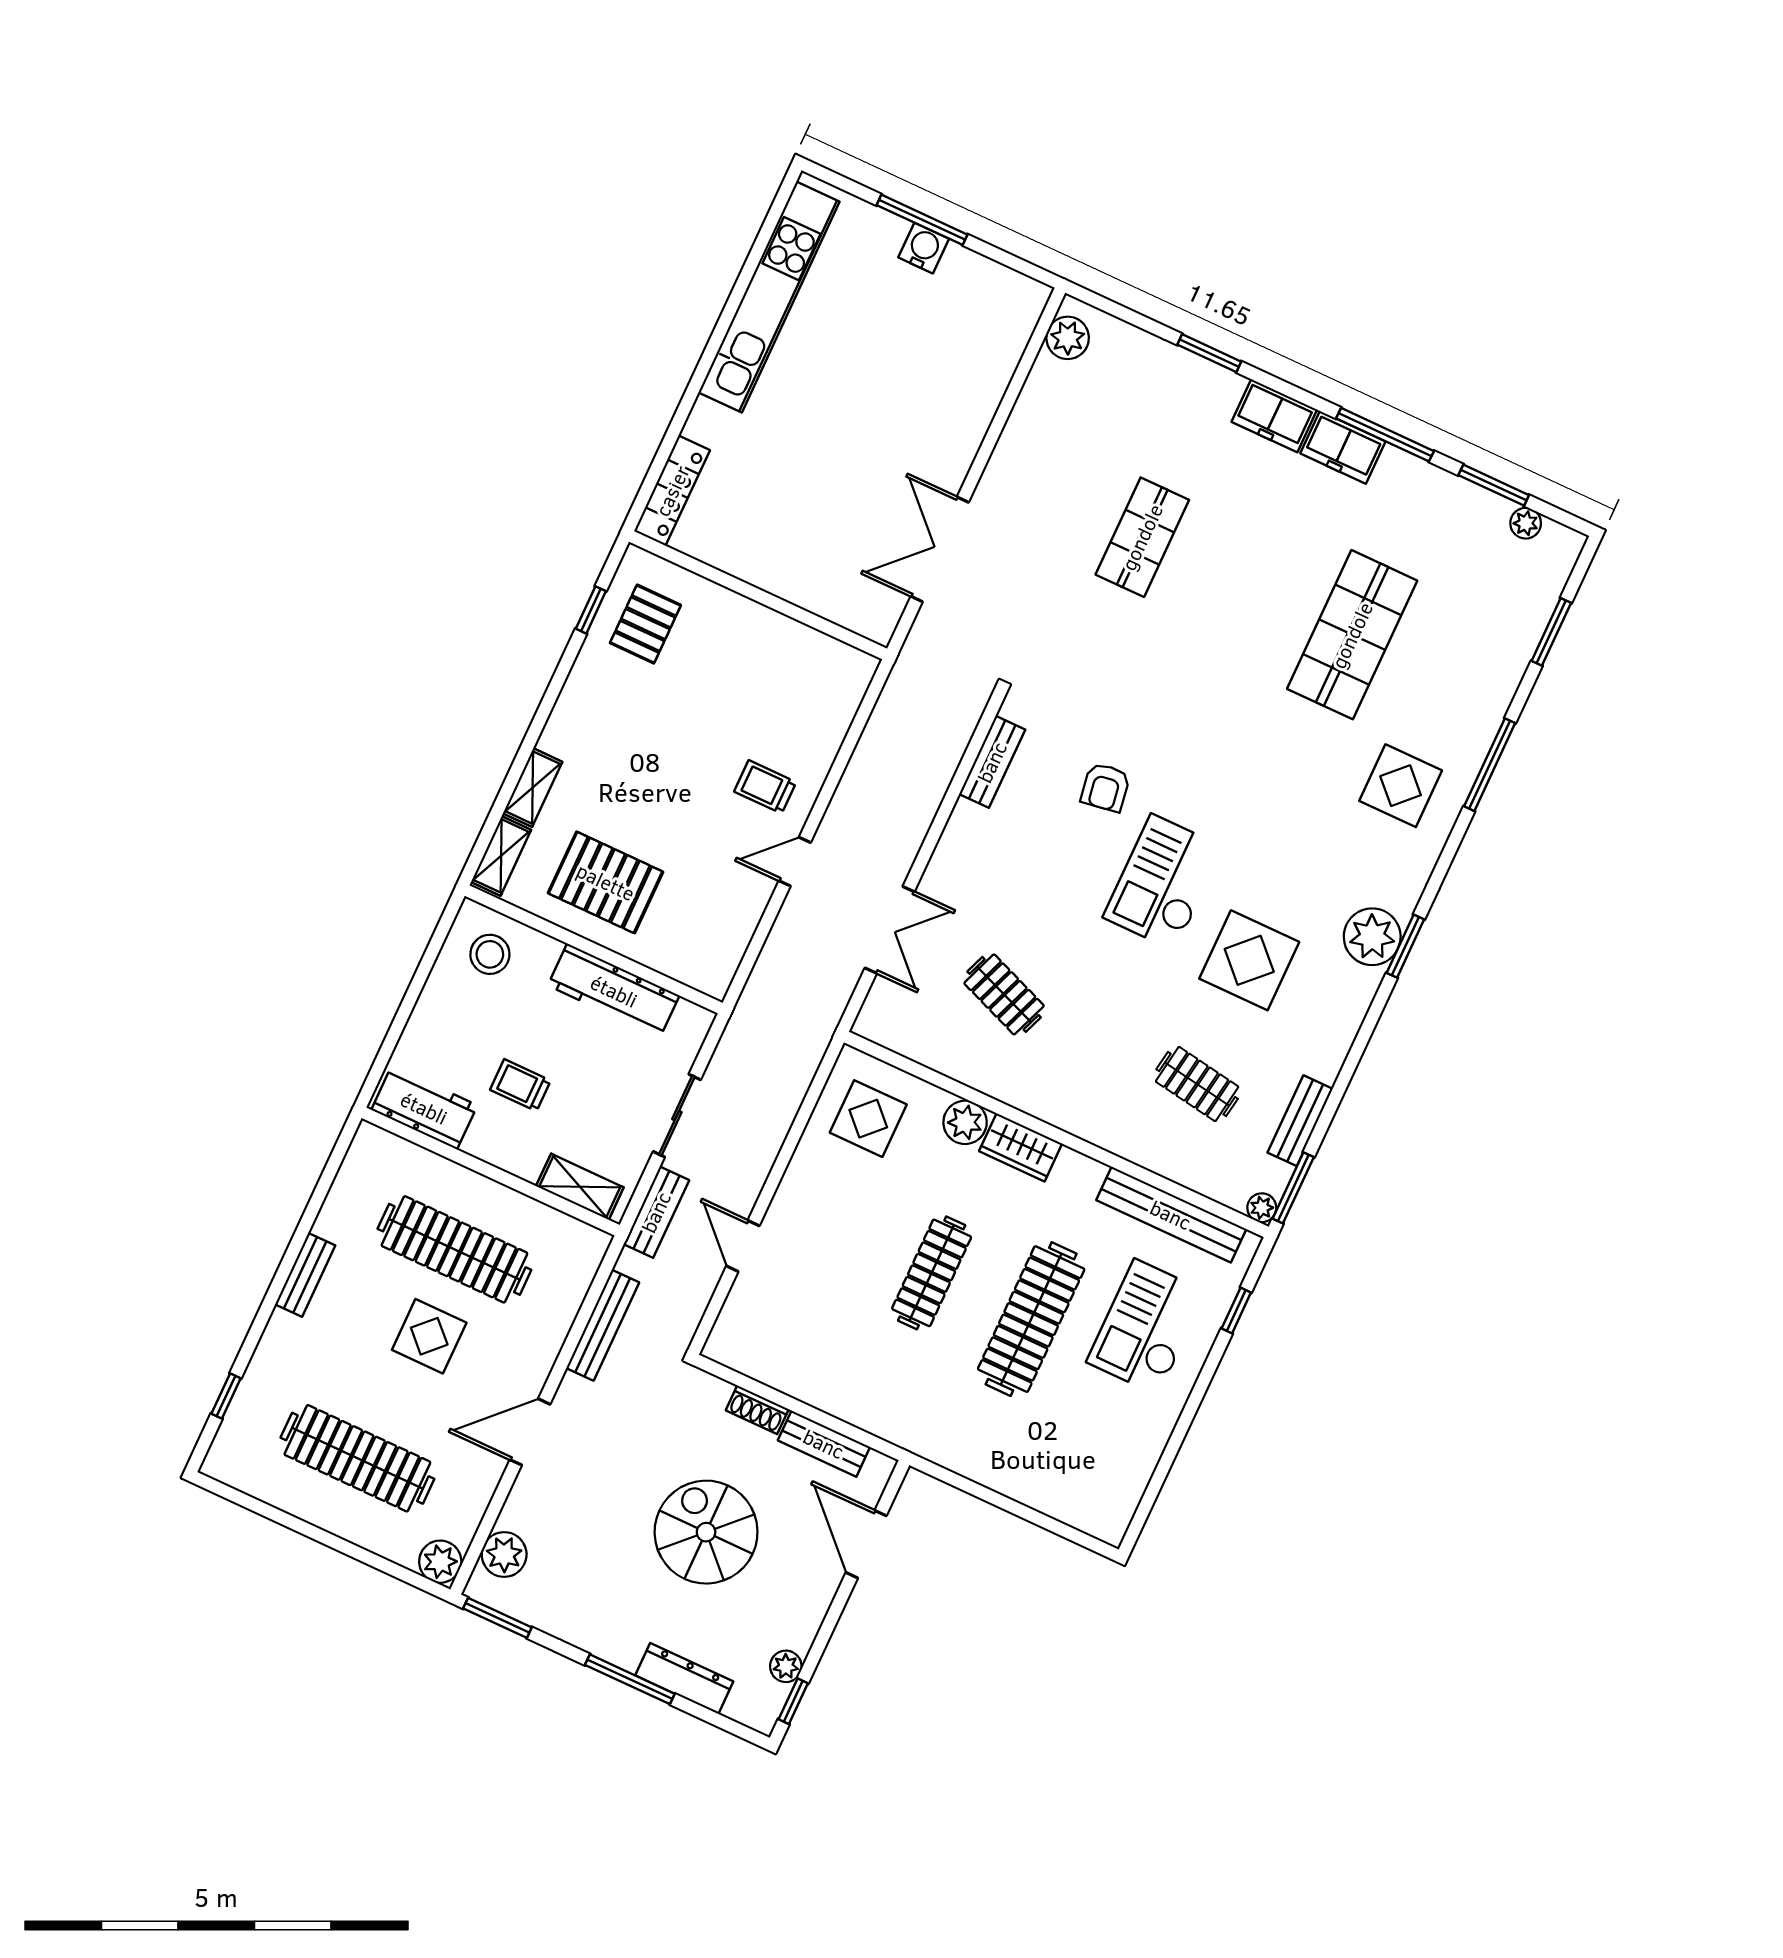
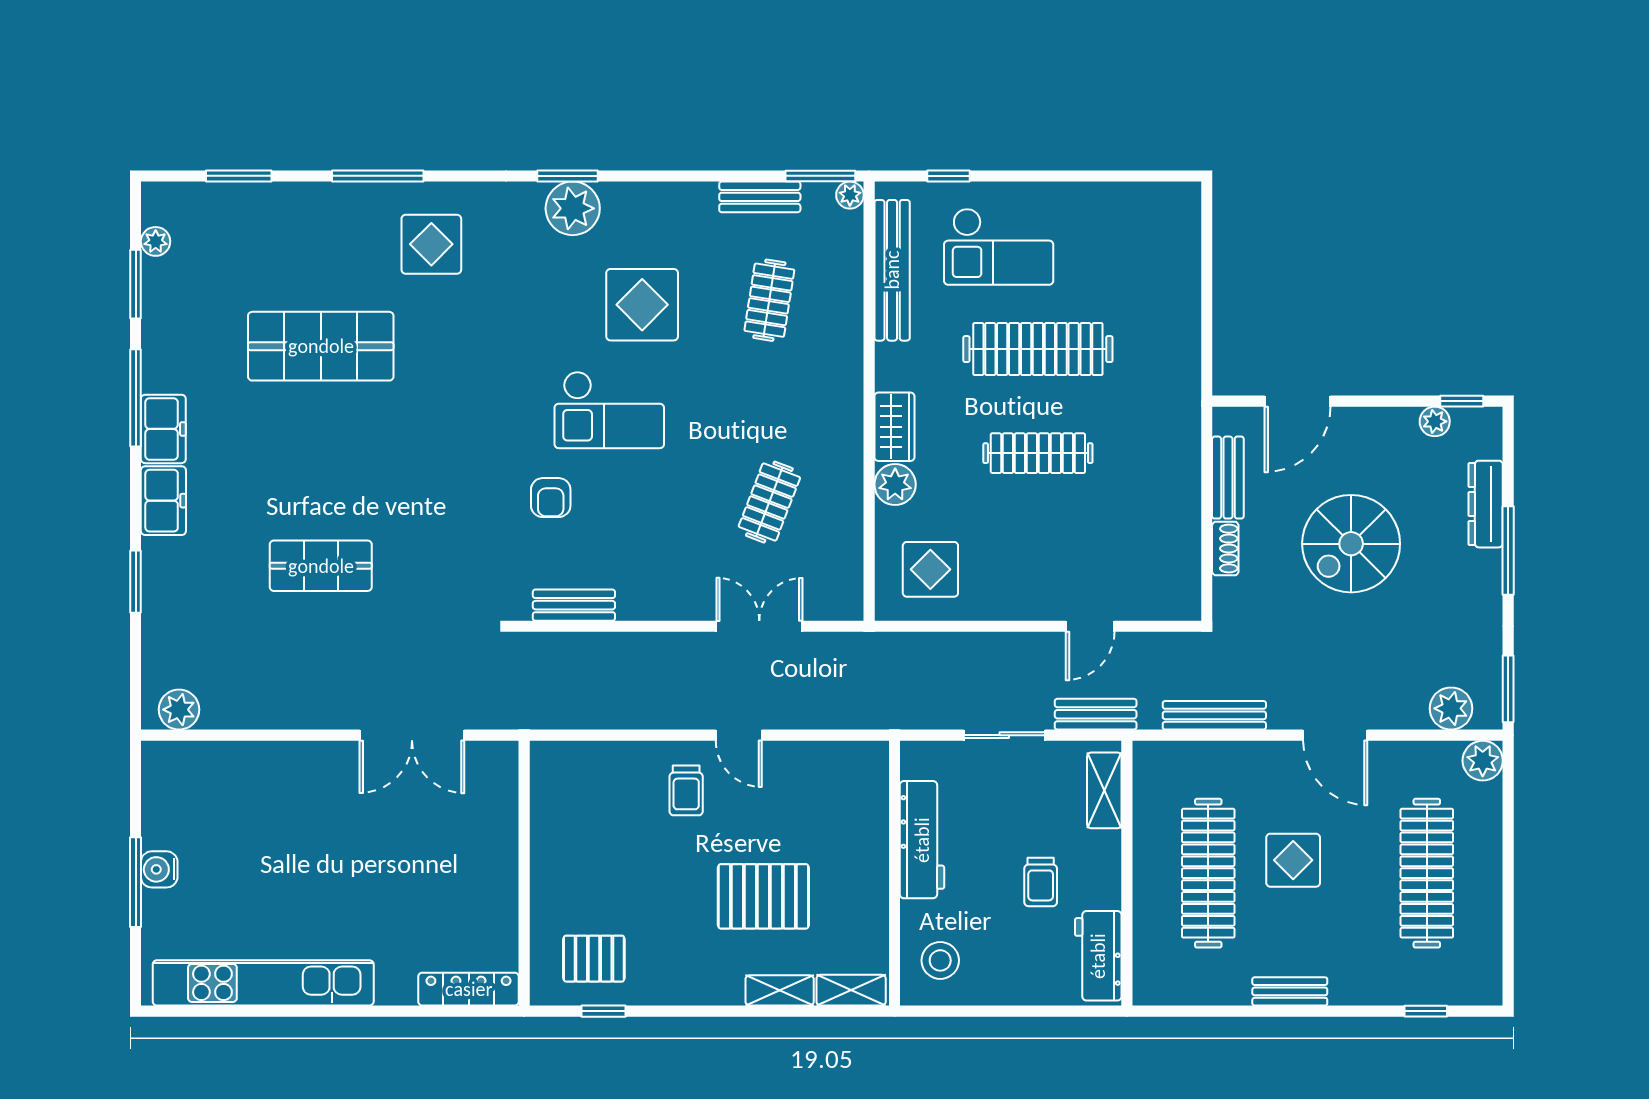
armchair: (1105, 787) -> (551, 498), turned 99
pallet: (606, 882) -> (763, 896), moved, turned 90

